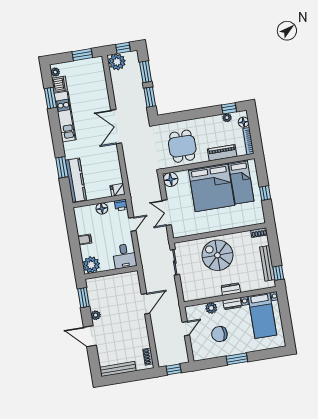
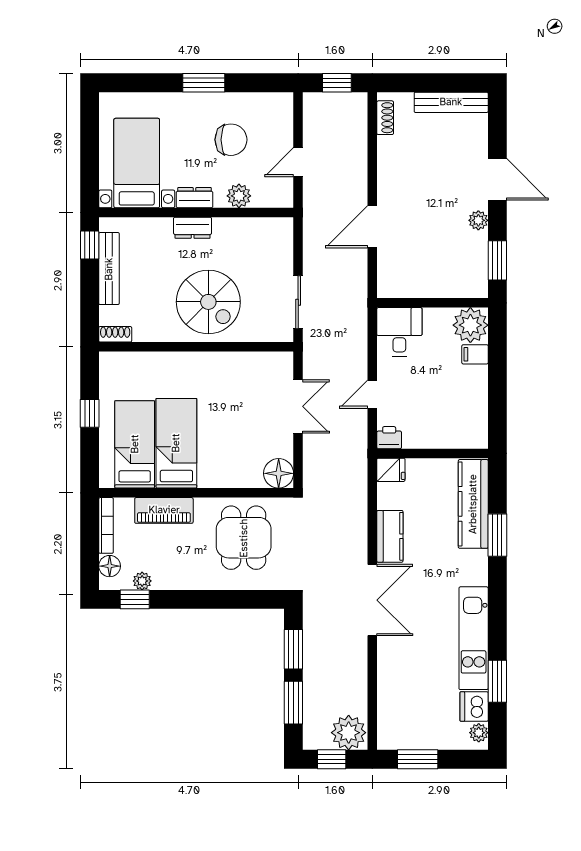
kitchen counter: (113, 158) -> (390, 536), added
bed: (211, 187) -> (176, 443), width x0.49
floor lamp: (102, 209) -> (430, 437), removed
filing cabinet: (85, 239) -> (475, 354), moved

